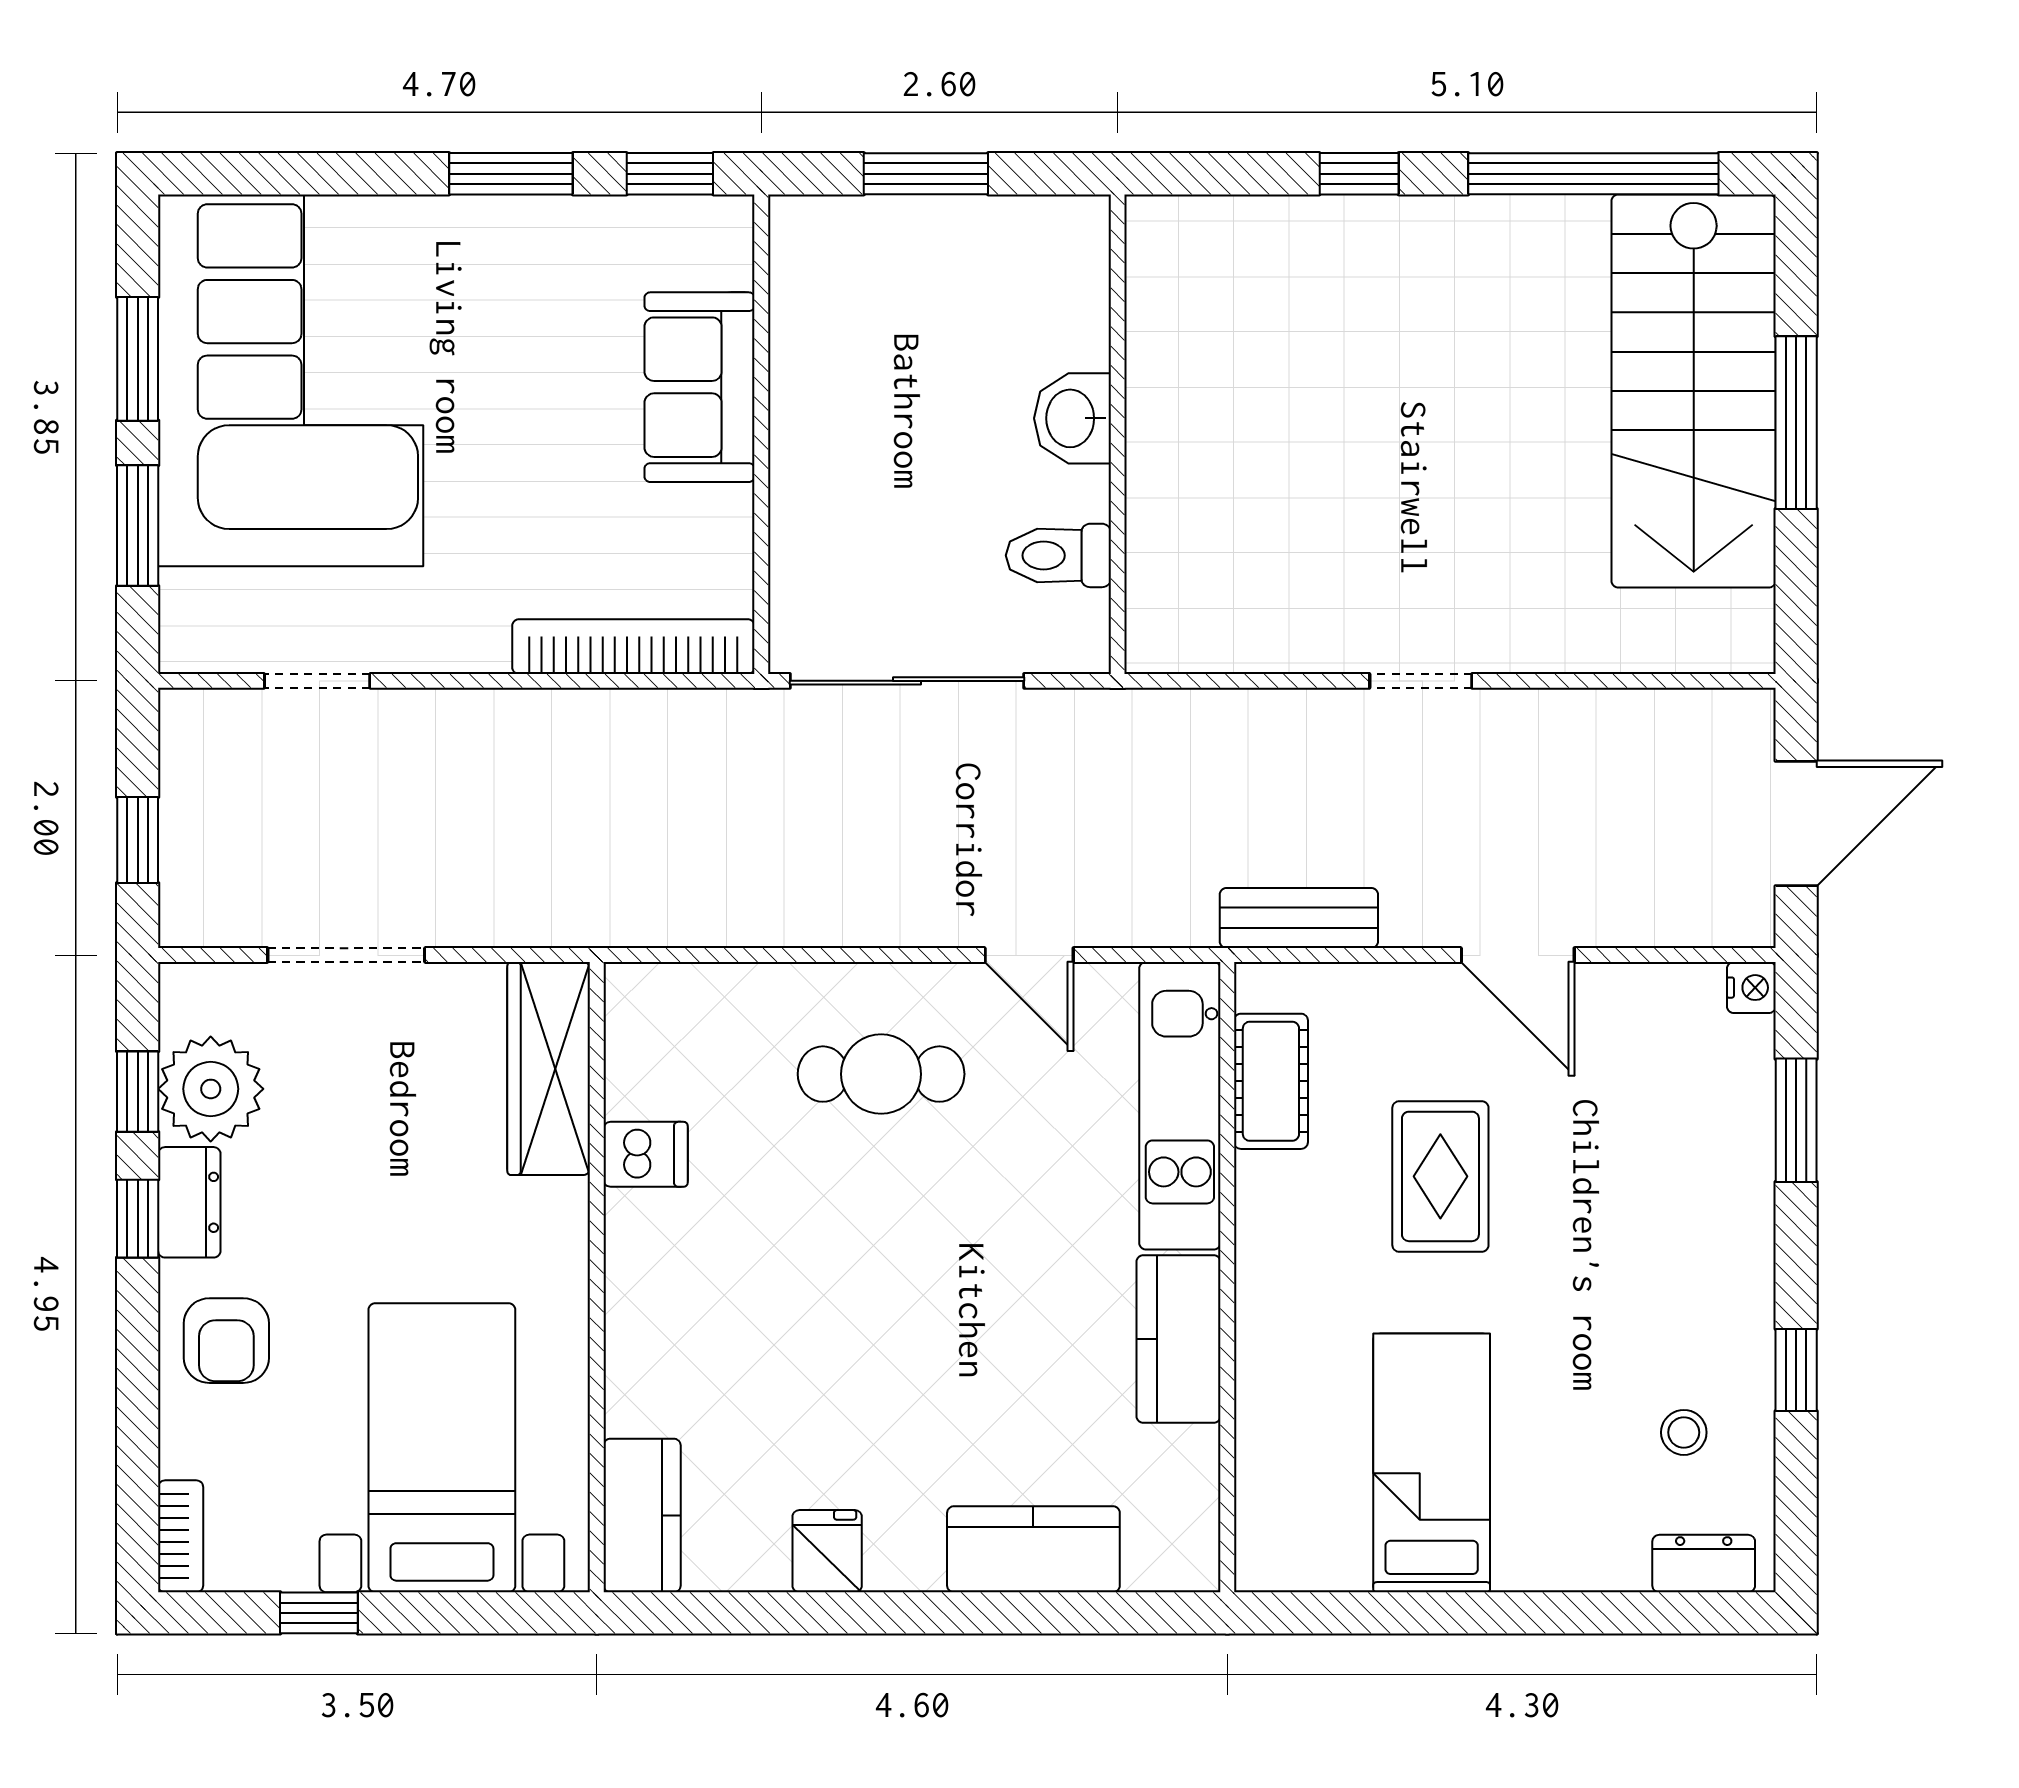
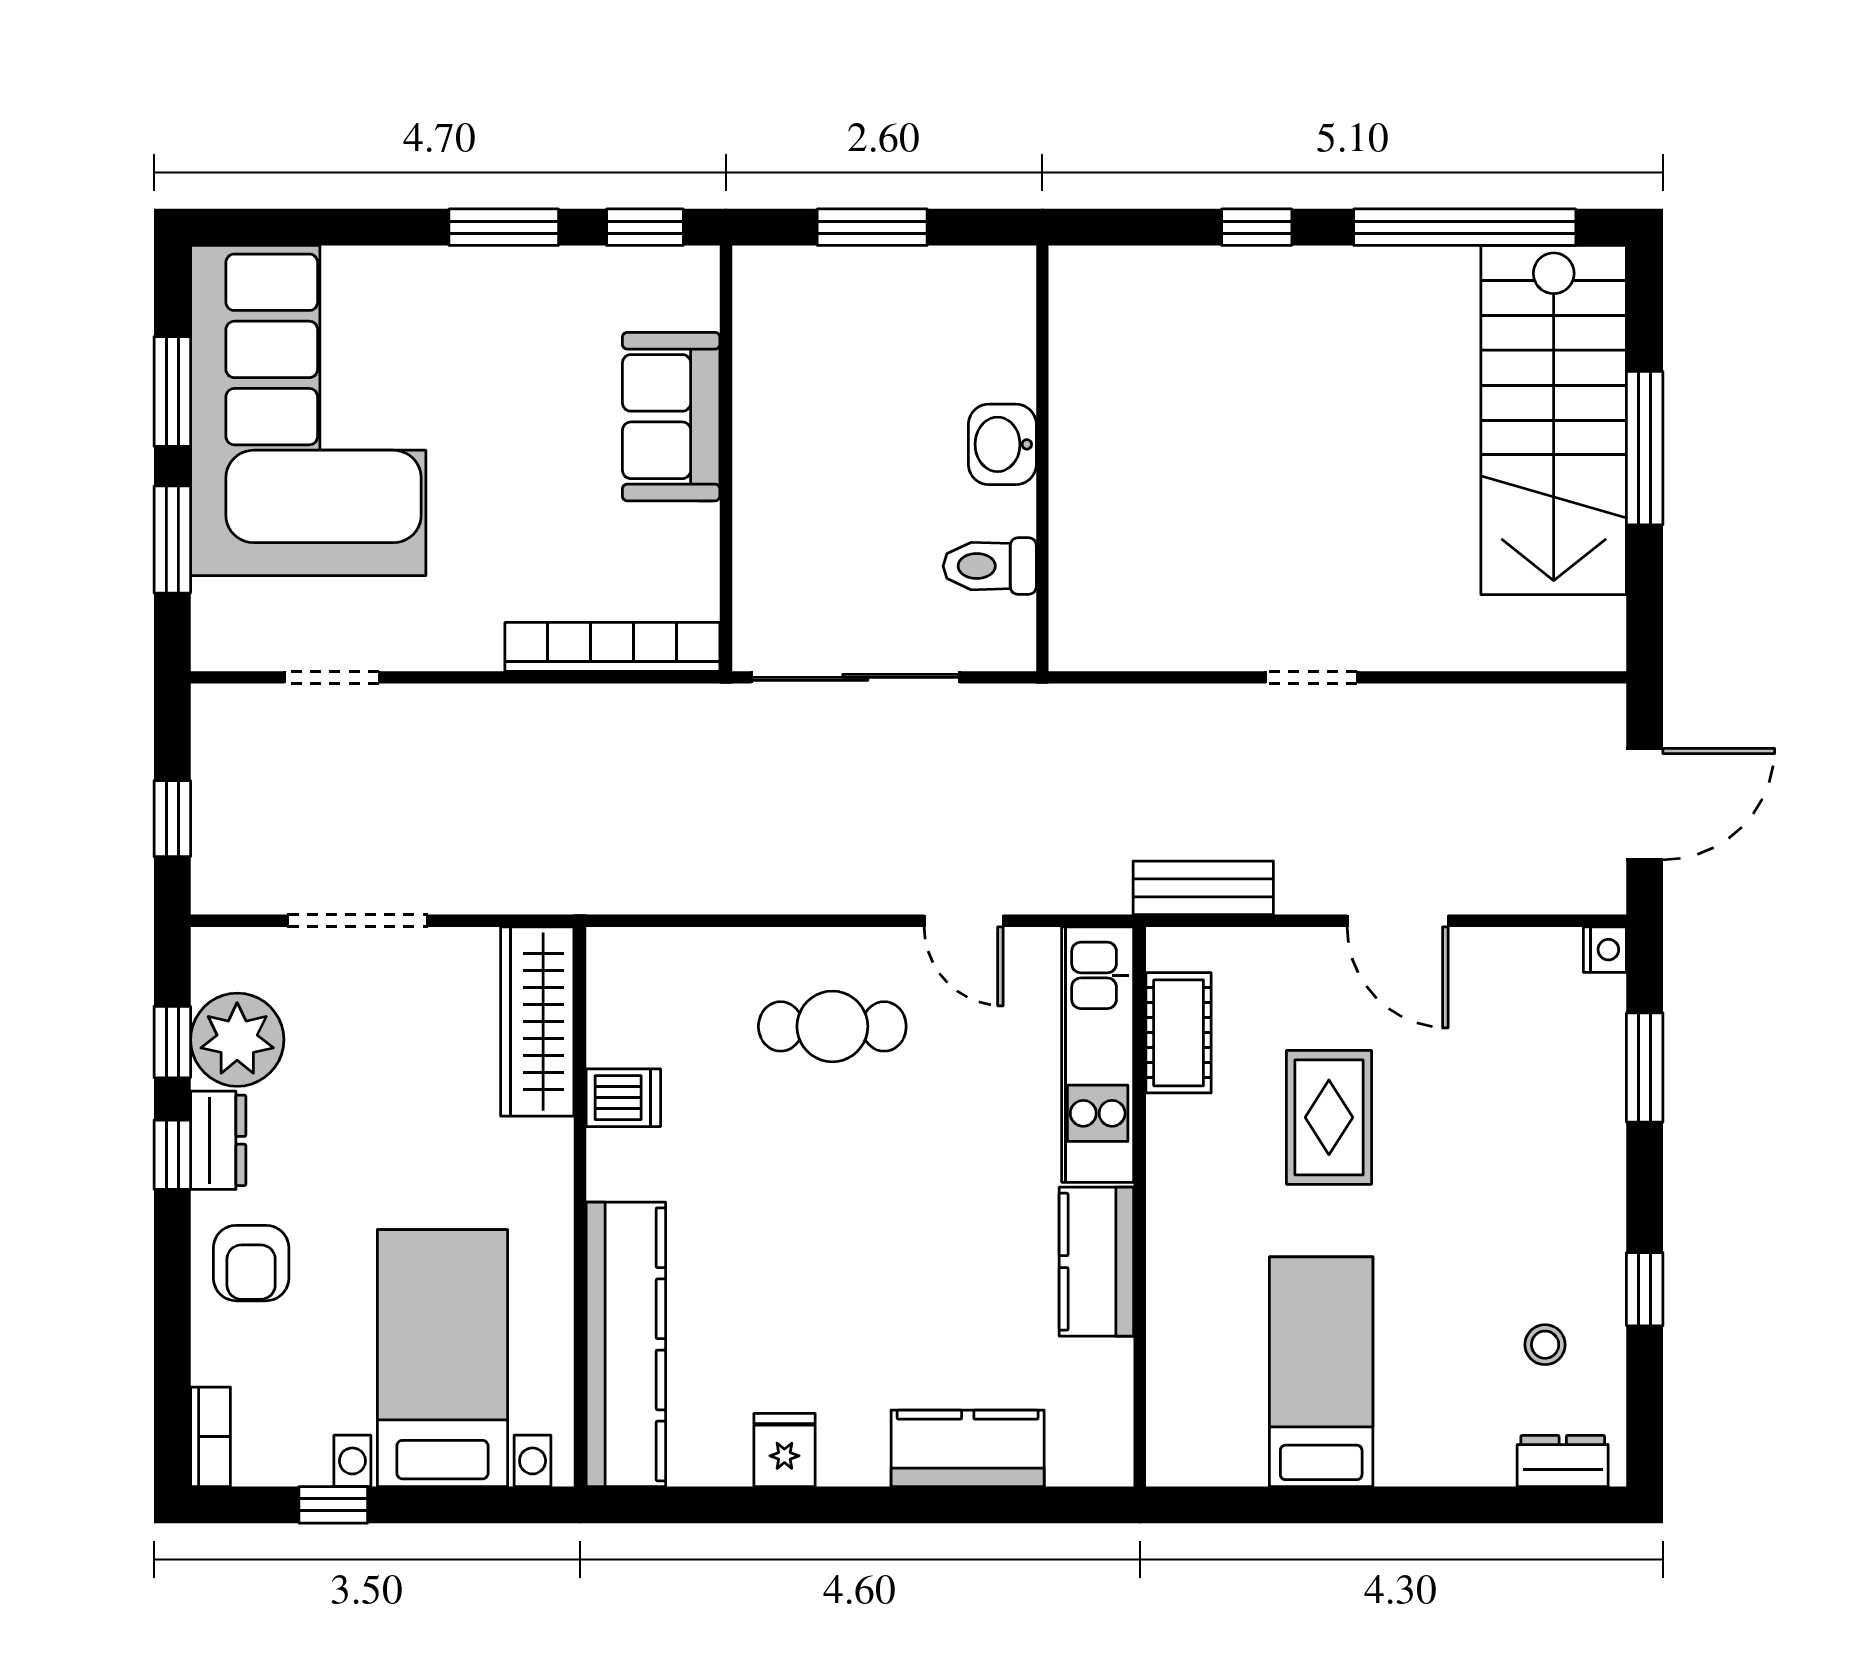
kitchen counter: (642, 1515) -> (626, 1344), width x2.08, depth x1.17

